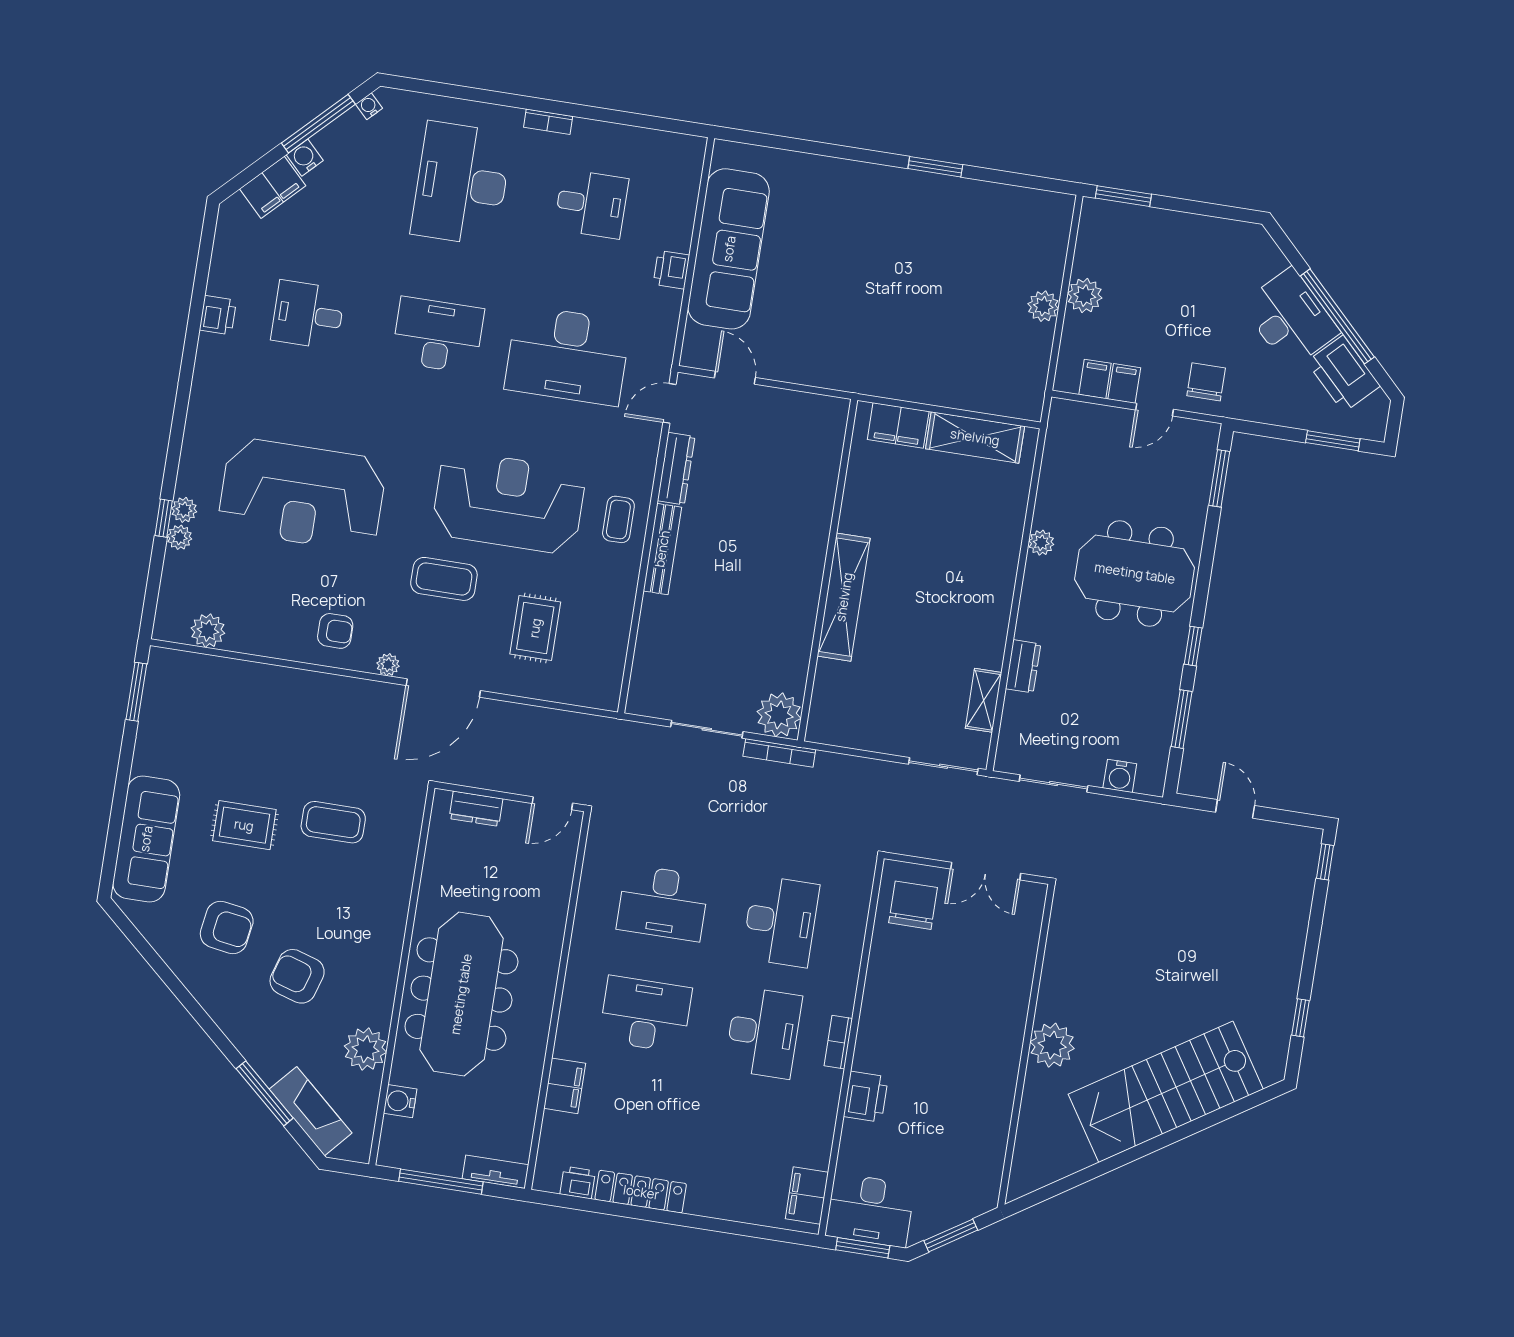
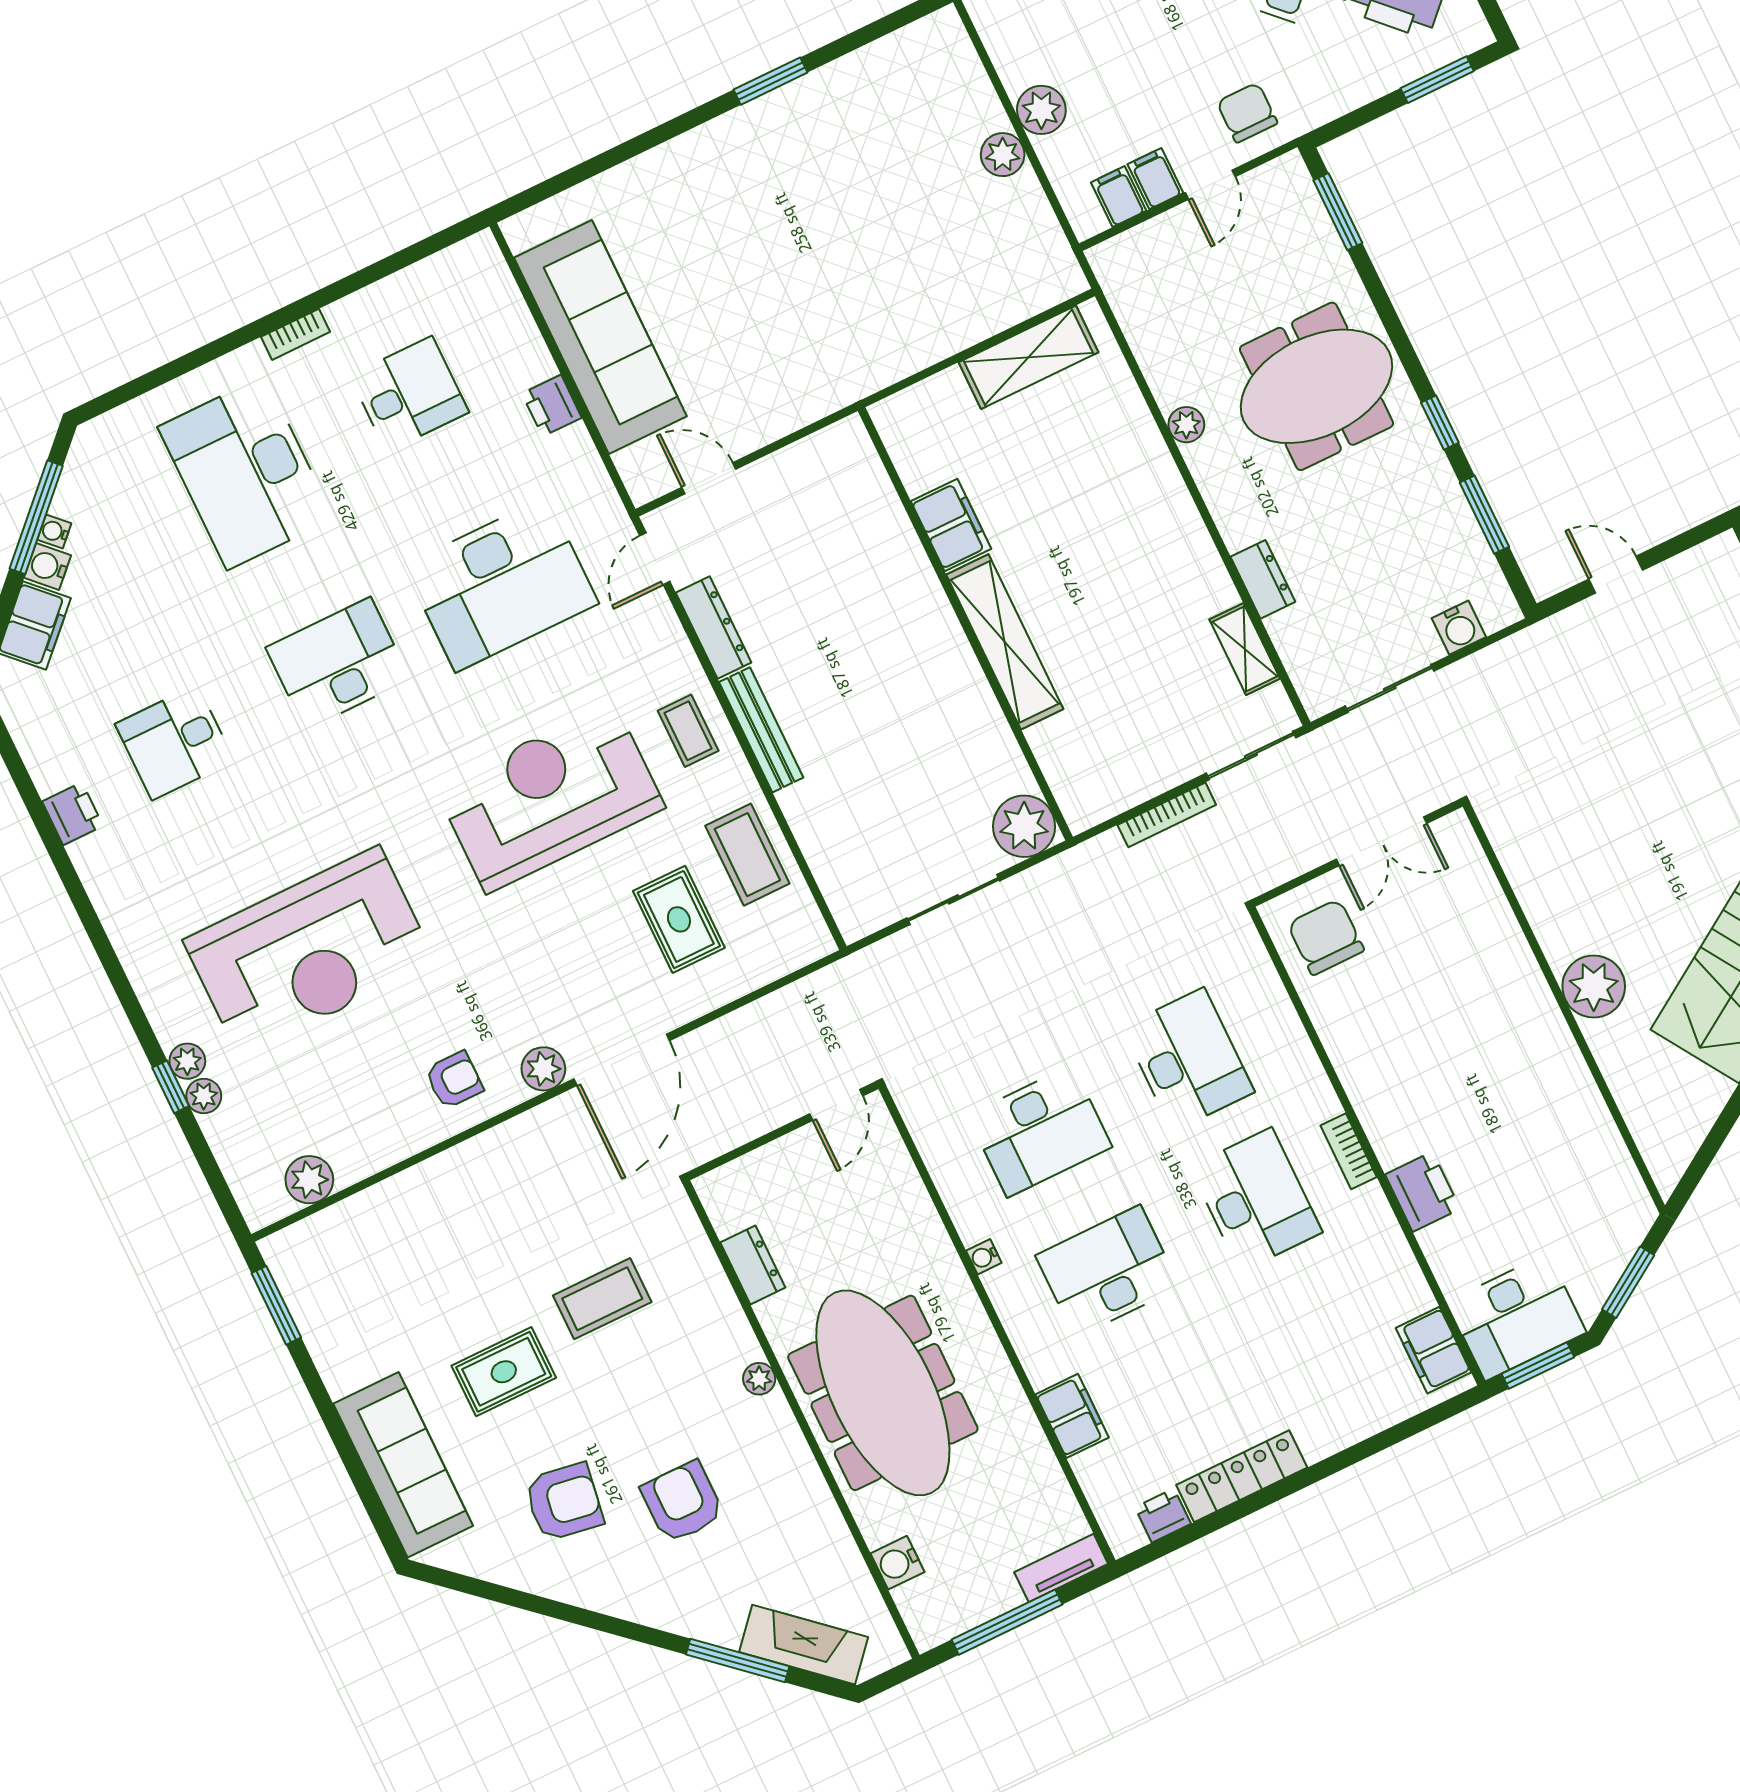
water cooler: (369, 106) -> (54, 531), moved
filing cabinet: (898, 425) -> (951, 525), moved, turned -90
coffee table: (444, 579) -> (747, 855), moved, turned 90
plant: (388, 665) -> (543, 1069), width x1.38, depth x1.38
bookcase: (779, 753) -> (1167, 815), moved
dresser: (476, 809) -> (753, 1265), moved, turned -90
water cooler: (578, 955) -> (984, 1257), added
armchair: (297, 976) -> (682, 1502), turned 73
plant: (365, 1049) -> (759, 1379), moved, width x0.53, depth x0.53

